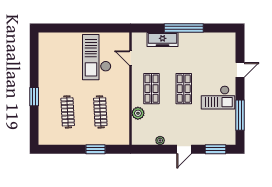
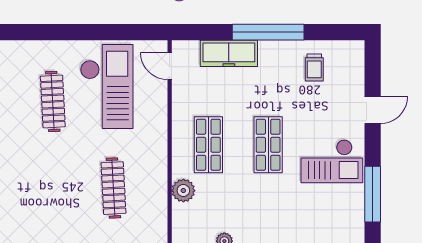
trolley: (209, 47) -> (314, 67), added
checkout: (97, 57) -> (107, 86), turned 180
door: (131, 58) -> (170, 66), moved
clothes rail: (68, 112) -> (53, 102), moved

